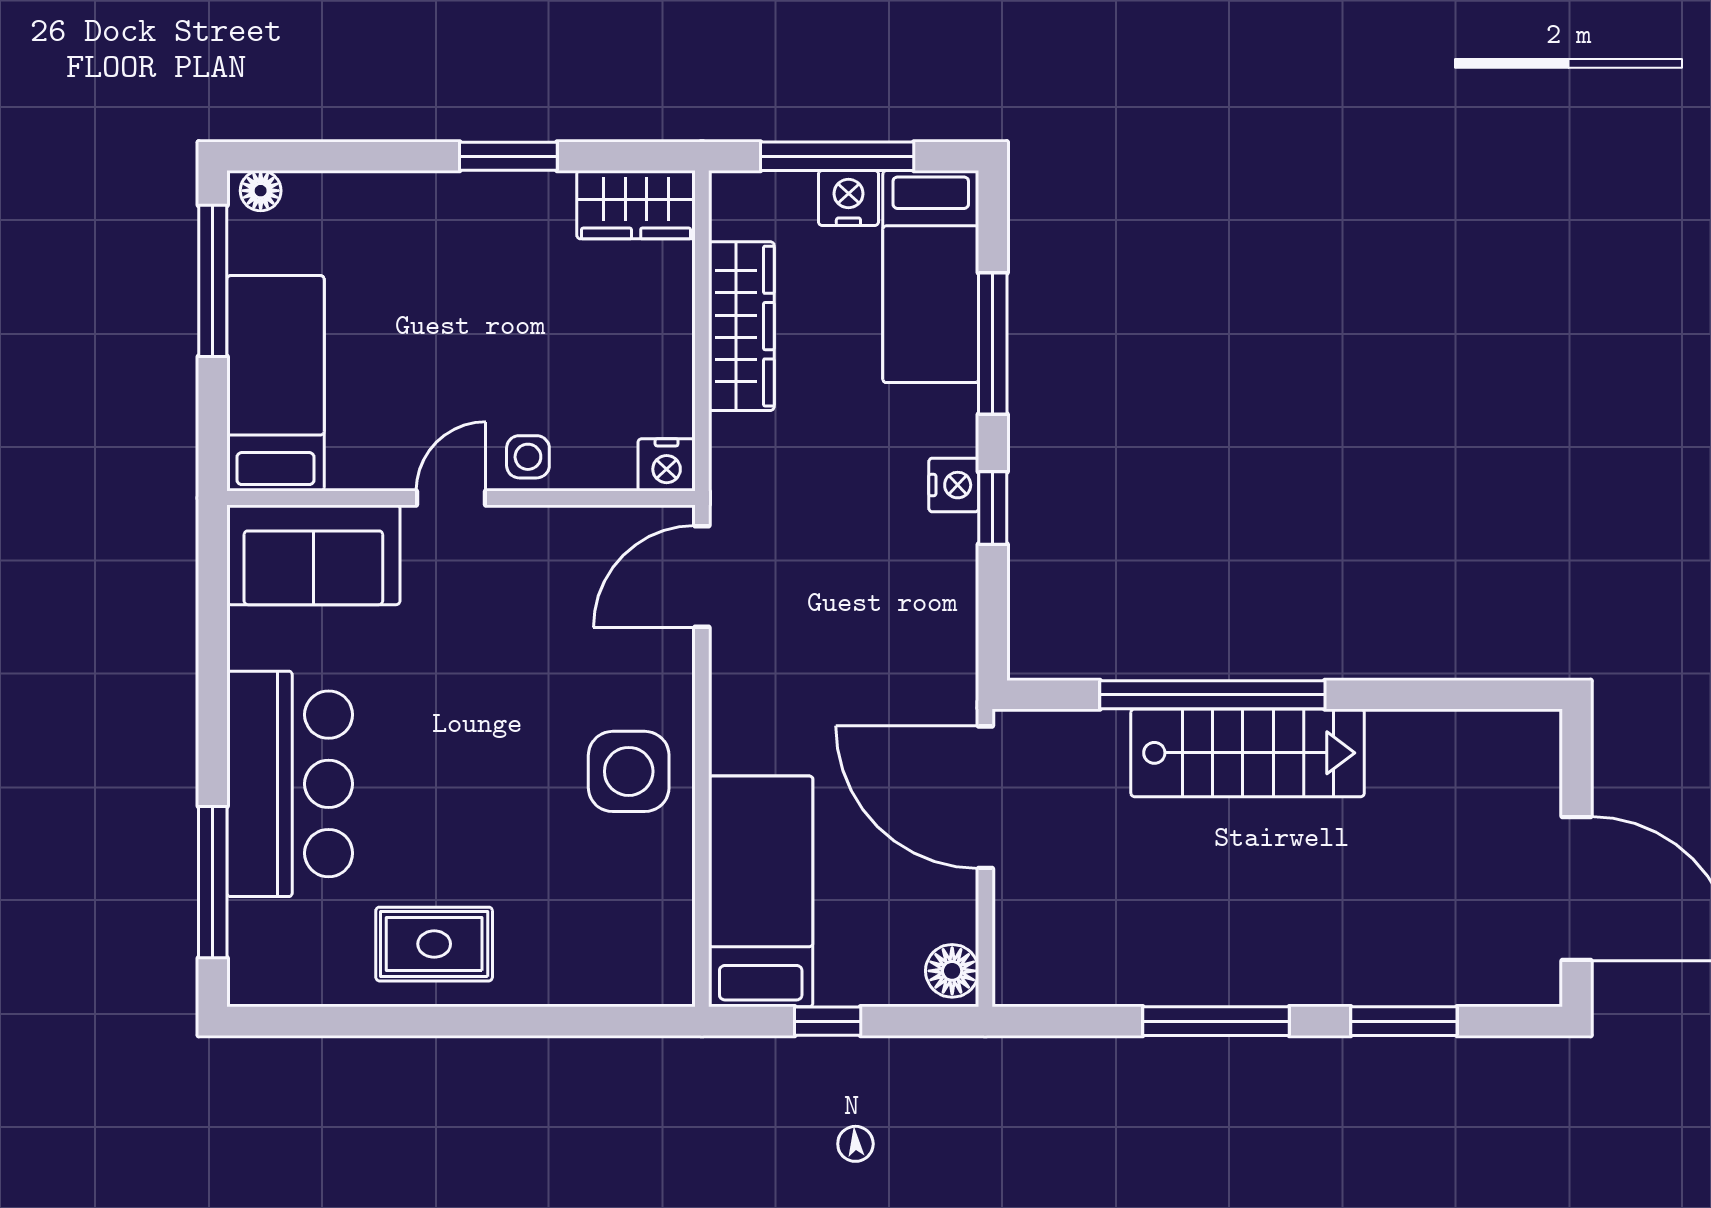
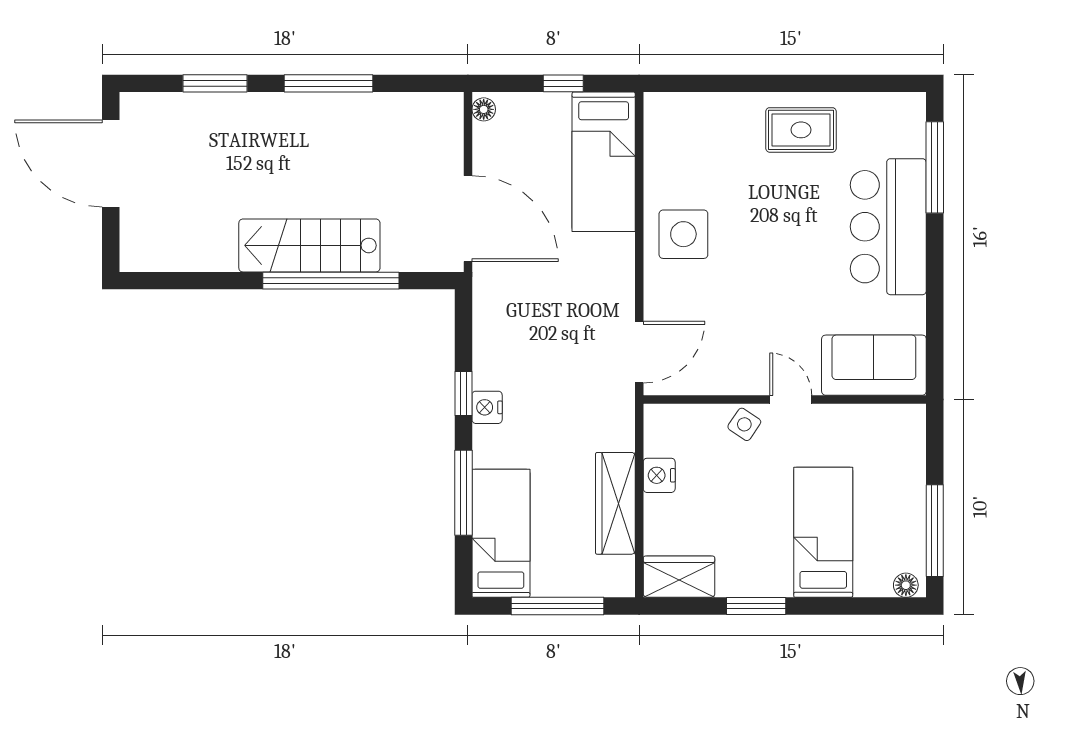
nightstand: (848, 198) -> (551, 581), removed
bed: (275, 383) -> (823, 532), moved, turned 180
side table: (528, 457) -> (744, 424), turned 34
nightstand: (667, 465) -> (659, 475), moved, turned -90
door: (451, 498) -> (791, 399), swing flipped
floor lamp: (952, 971) -> (484, 109), width x0.73, depth x0.73

